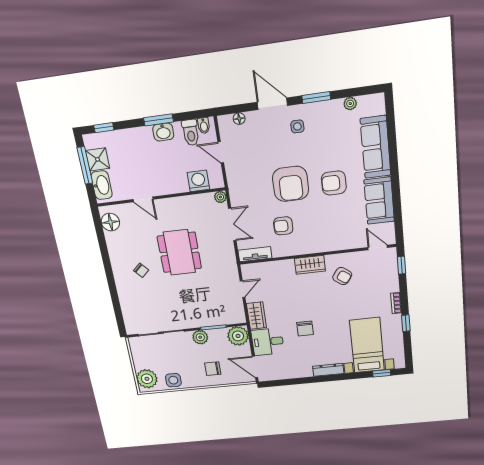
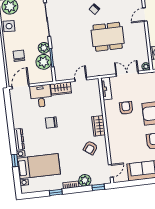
double door: (232, 224) -> (127, 74), swing flipped
plant: (390, 284) -> (85, 180), added
door: (243, 289) -> (81, 79), swing flipped
plant: (238, 336) -> (44, 62), moved
window: (382, 373) -> (15, 161), moved

